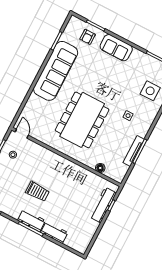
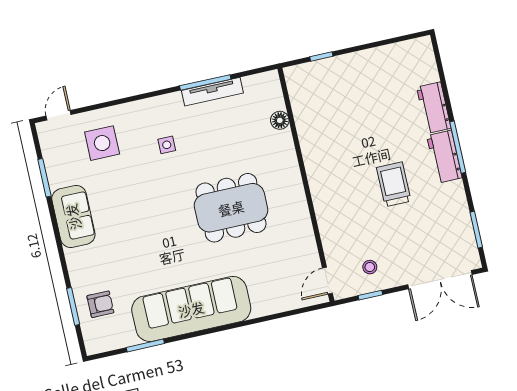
sofa: (116, 48) -> (73, 217), moved
dining table: (82, 120) -> (231, 208), width x0.73, depth x0.80
workbench: (103, 205) -> (331, 70), removed

